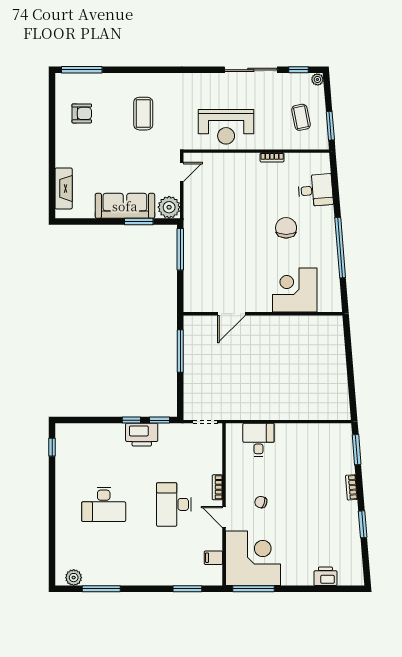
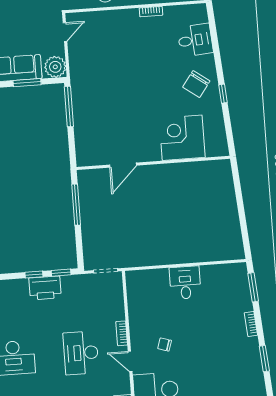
chair: (286, 228) -> (196, 84), moved, turned -144
window: (340, 248) -> (223, 94), width x0.32
desk: (258, 440) -> (185, 283), moved

